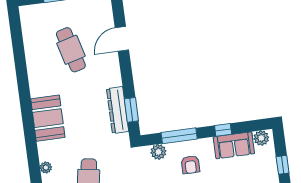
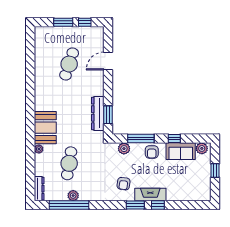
cafe table: (71, 50) -> (69, 64), turned 33
booth: (48, 118) -> (45, 128), moved
armchair: (190, 165) -> (152, 152), moved

